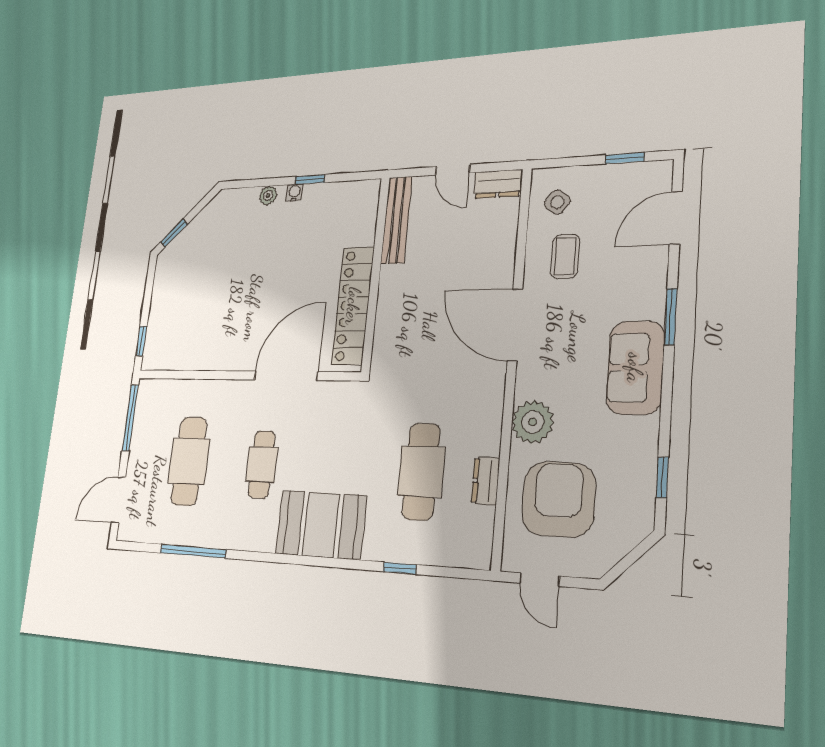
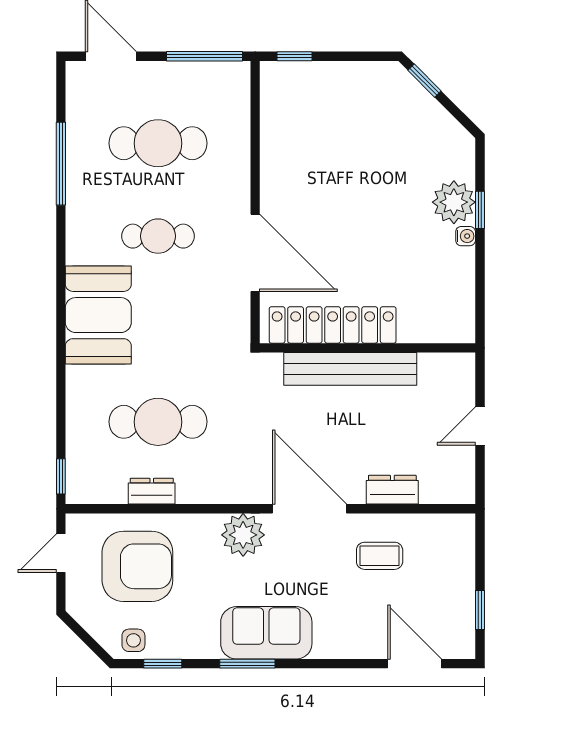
window: (310, 179) -> (480, 210), moved
dresser: (498, 184) -> (392, 490), moved, turned 90
plant: (268, 196) -> (454, 202), width x1.88, depth x1.88
side table: (557, 202) -> (133, 640), moved, turned -38
bench: (396, 220) -> (350, 369), moved, width x1.37, depth x1.21
window: (671, 317) -> (247, 664), moved
door: (515, 325) -> (310, 509), hinge flipped
plant: (533, 422) -> (243, 535), moved
window: (400, 568) -> (61, 476), moved

